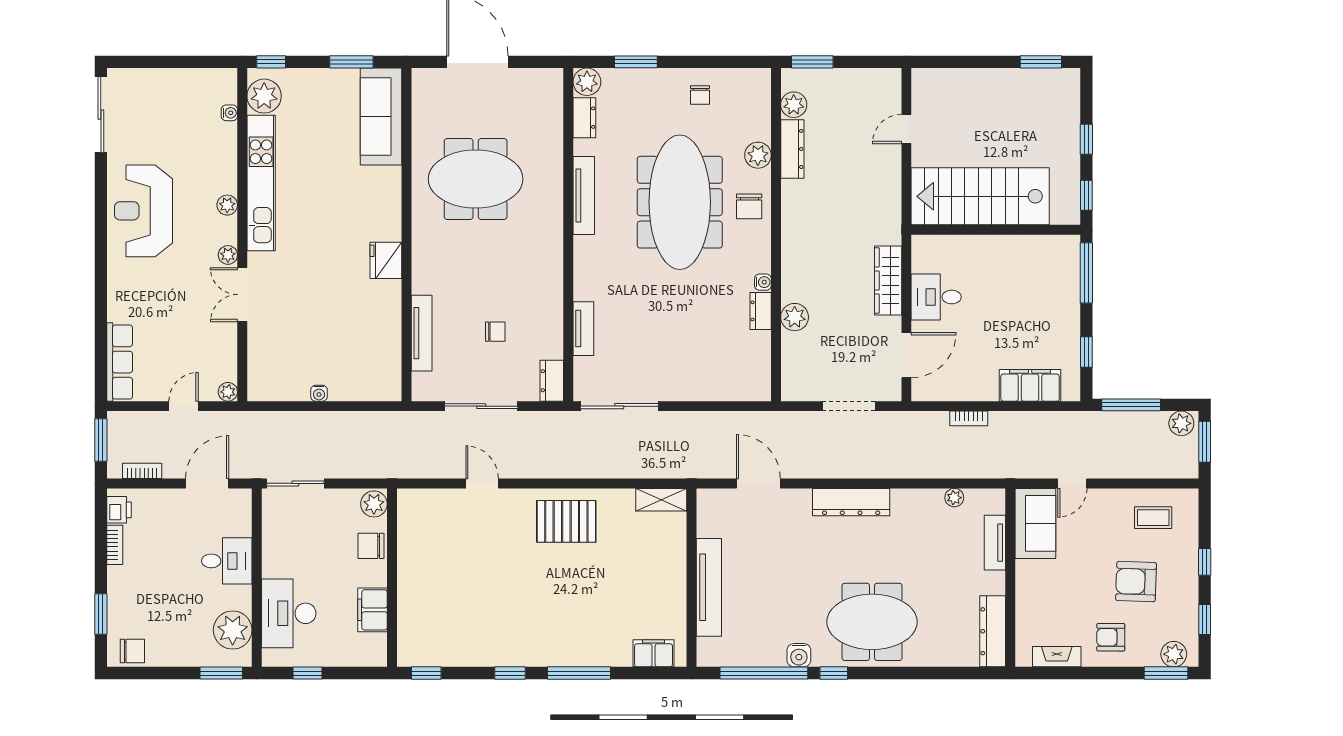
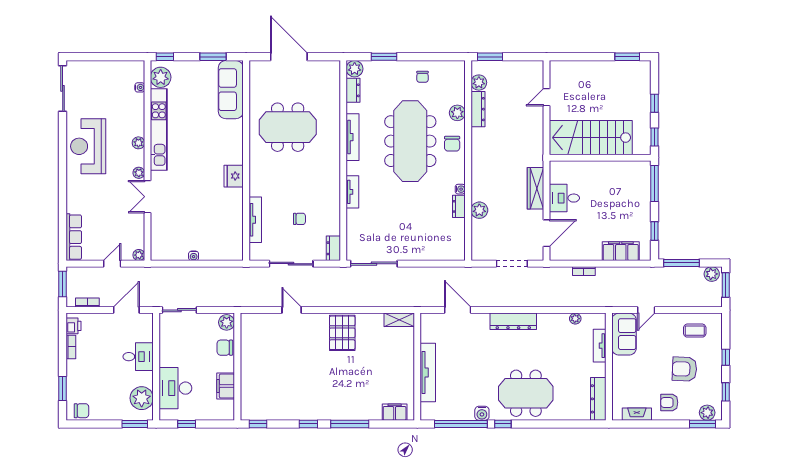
tv unit: (583, 329) -> (352, 192), moved
pallet: (566, 521) -> (342, 333), turned 90

